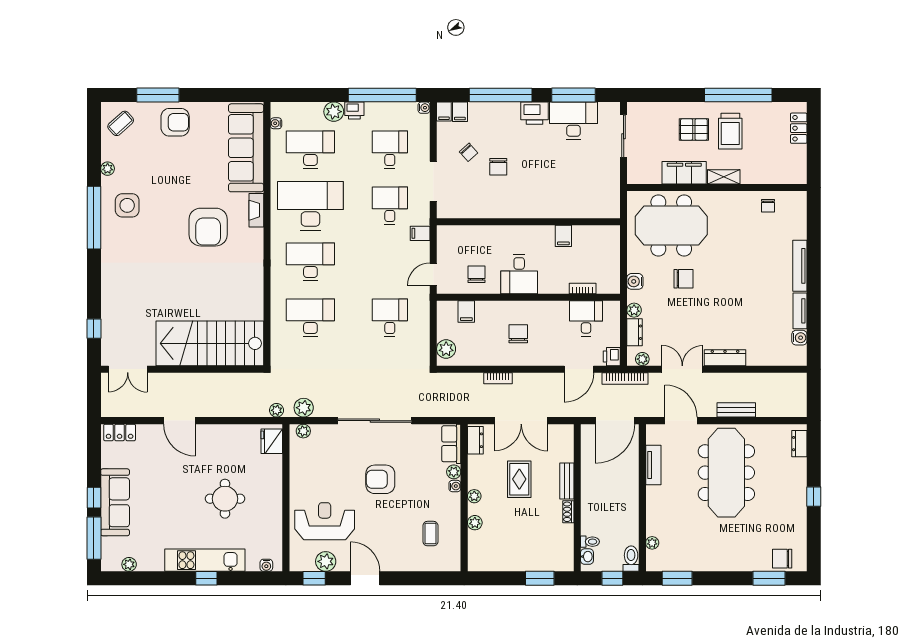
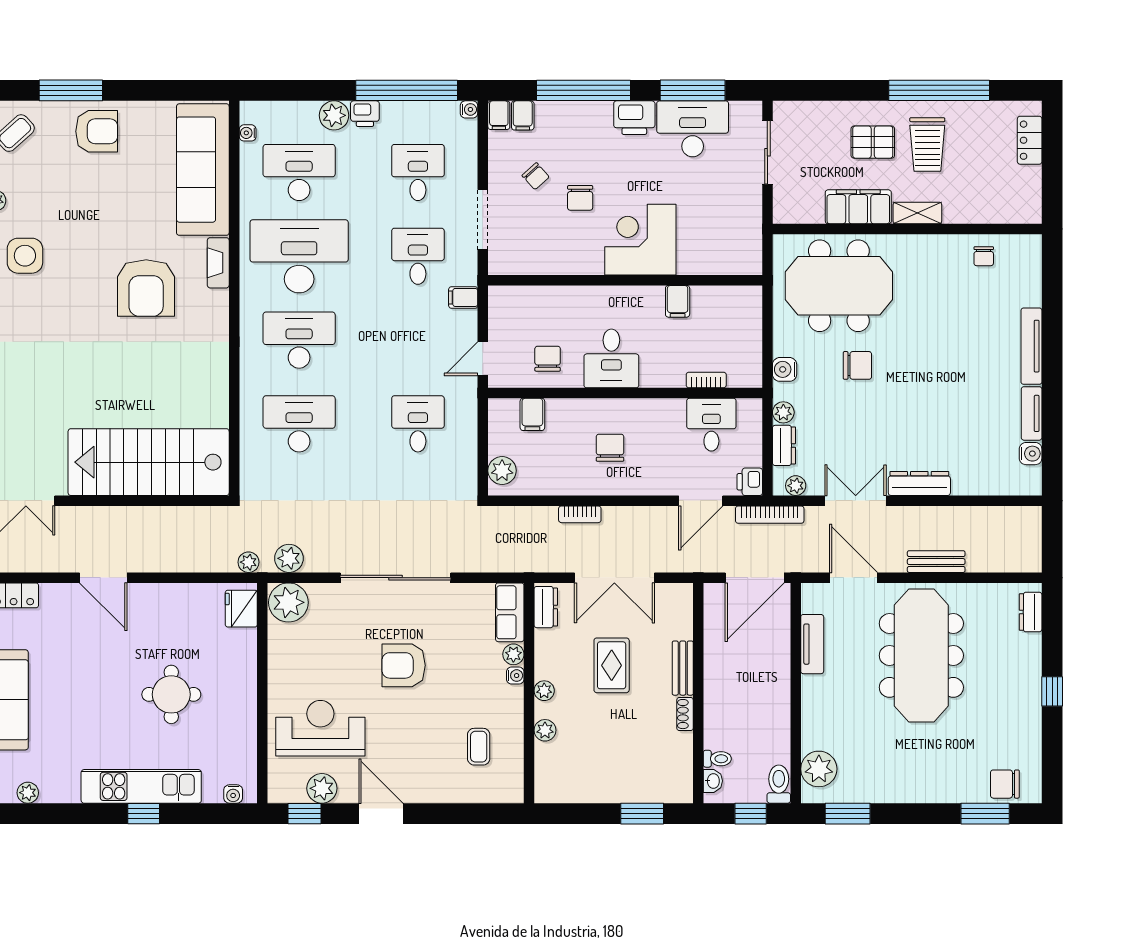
corner desk: (539, 195) -> (640, 240), added
plant: (303, 431) -> (288, 602), width x1.87, depth x1.87
plant: (652, 543) -> (819, 769), width x1.87, depth x1.87

